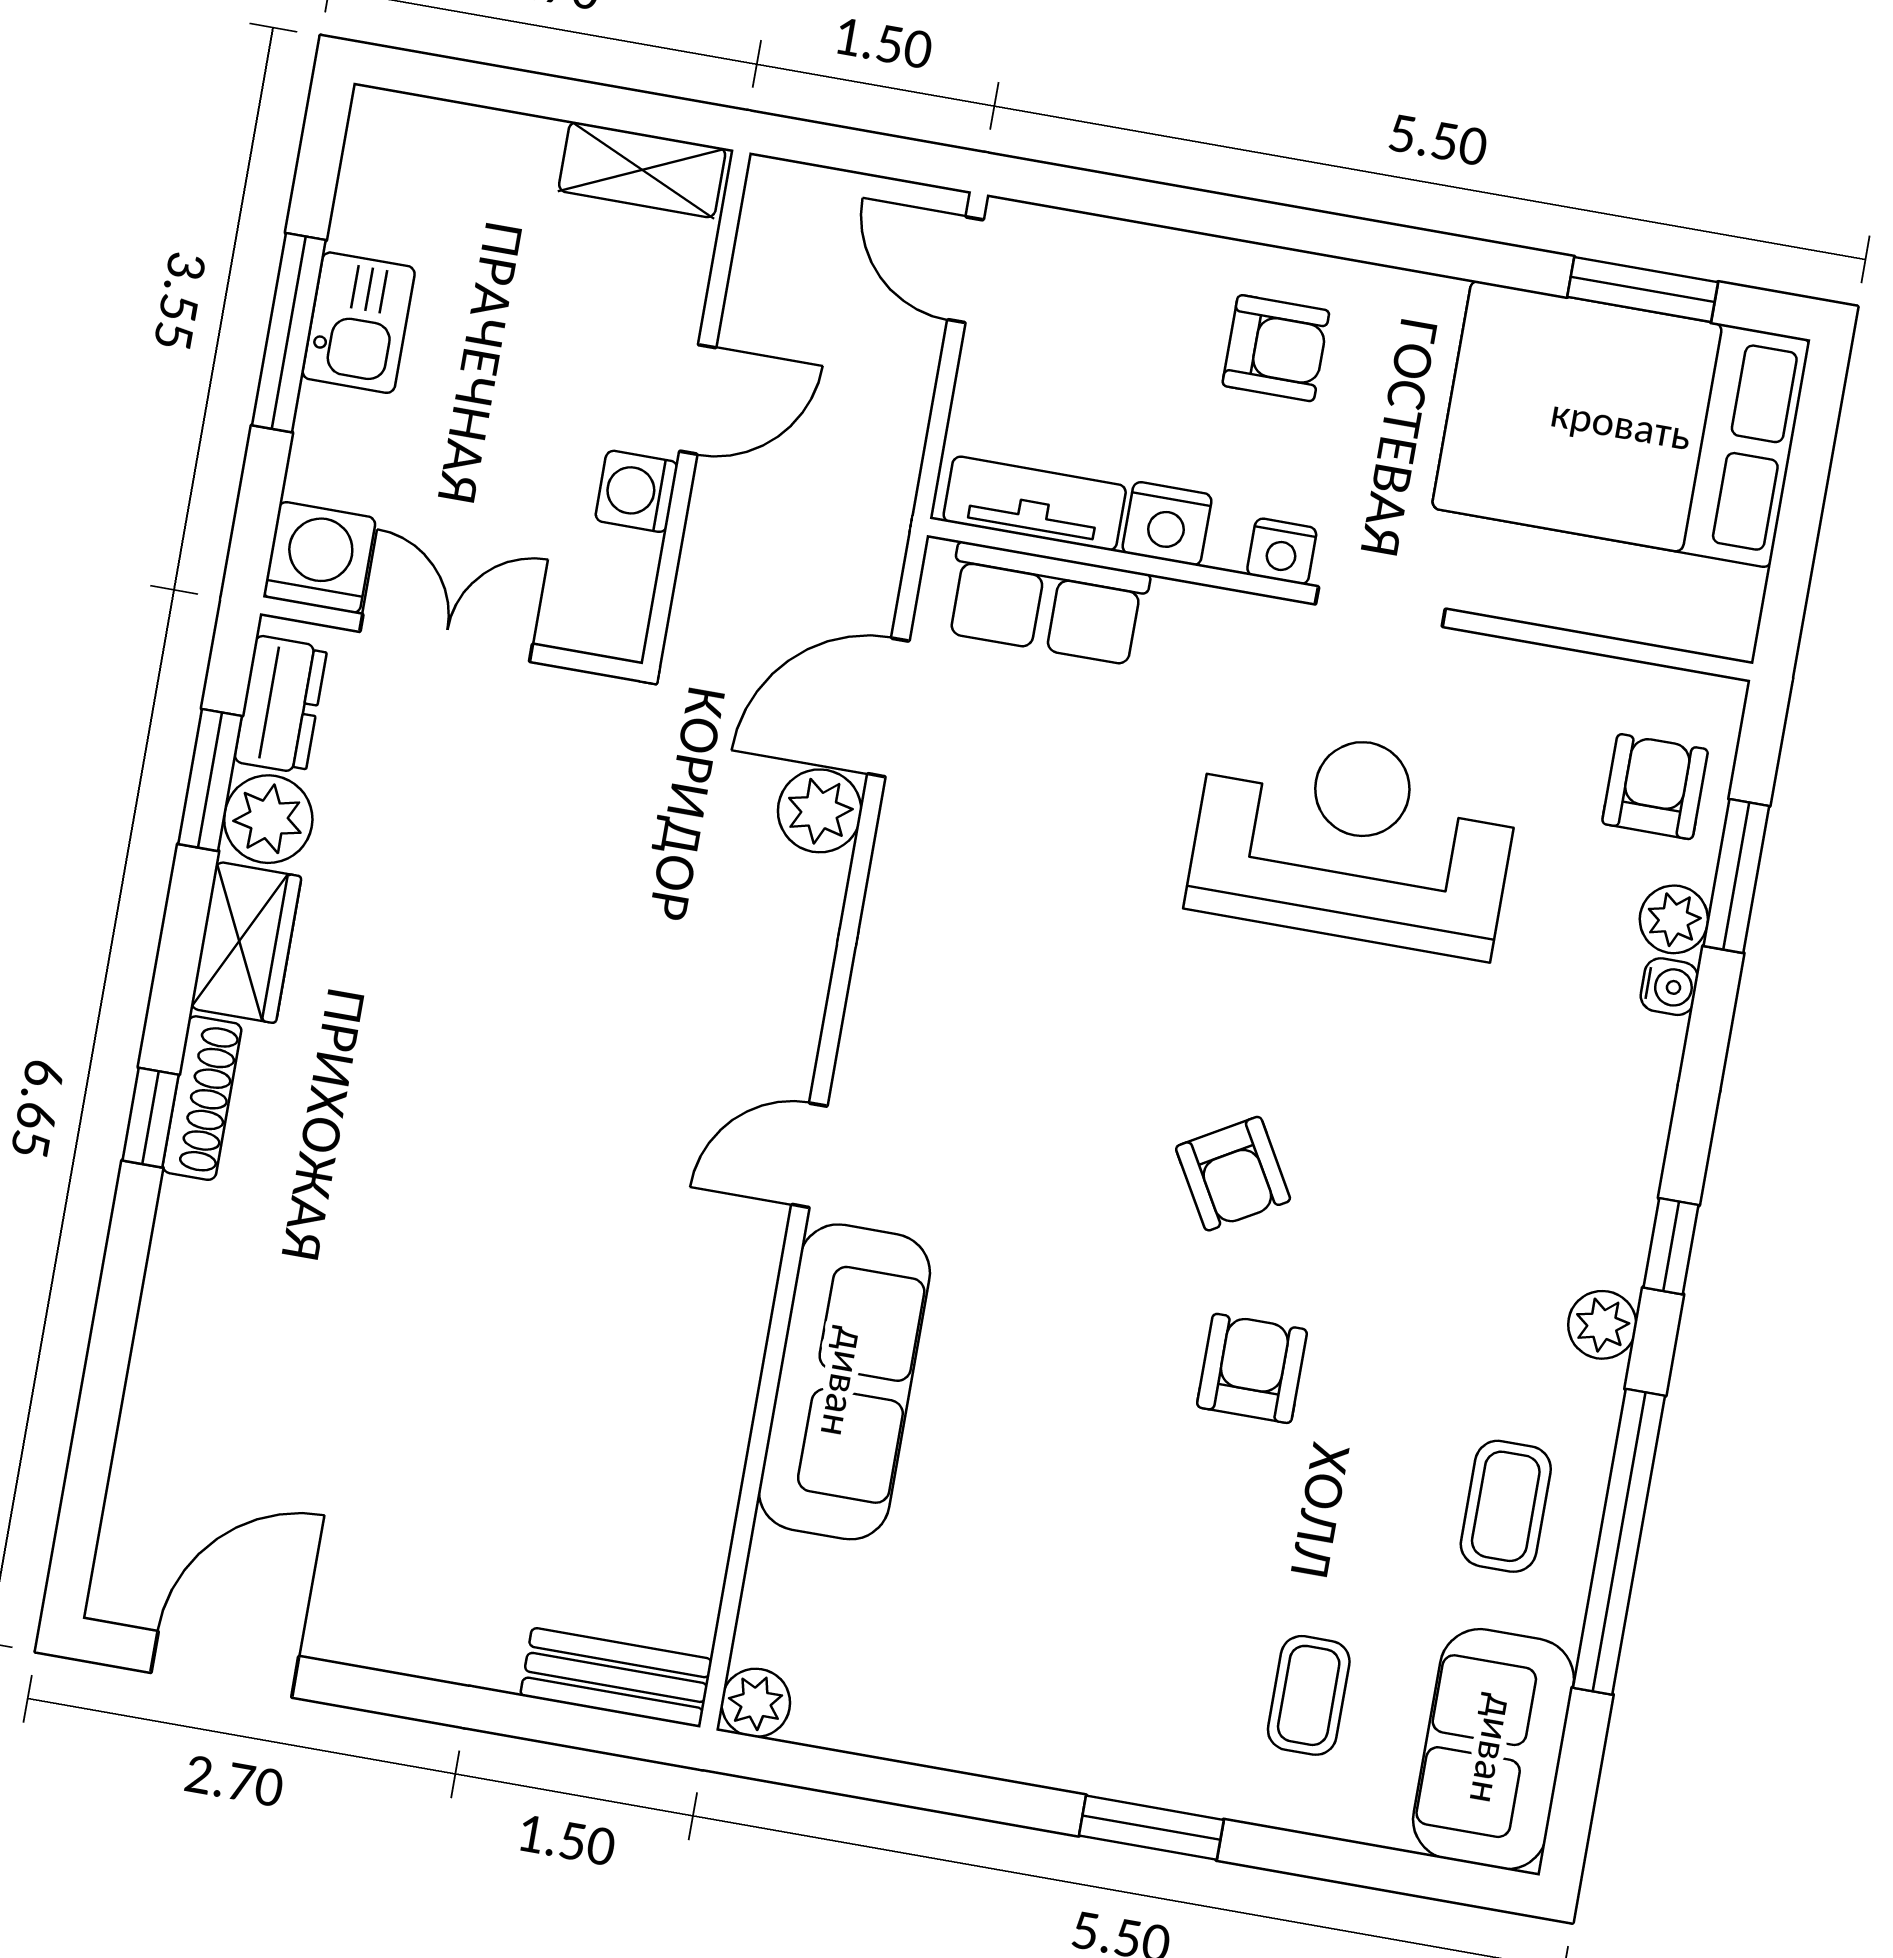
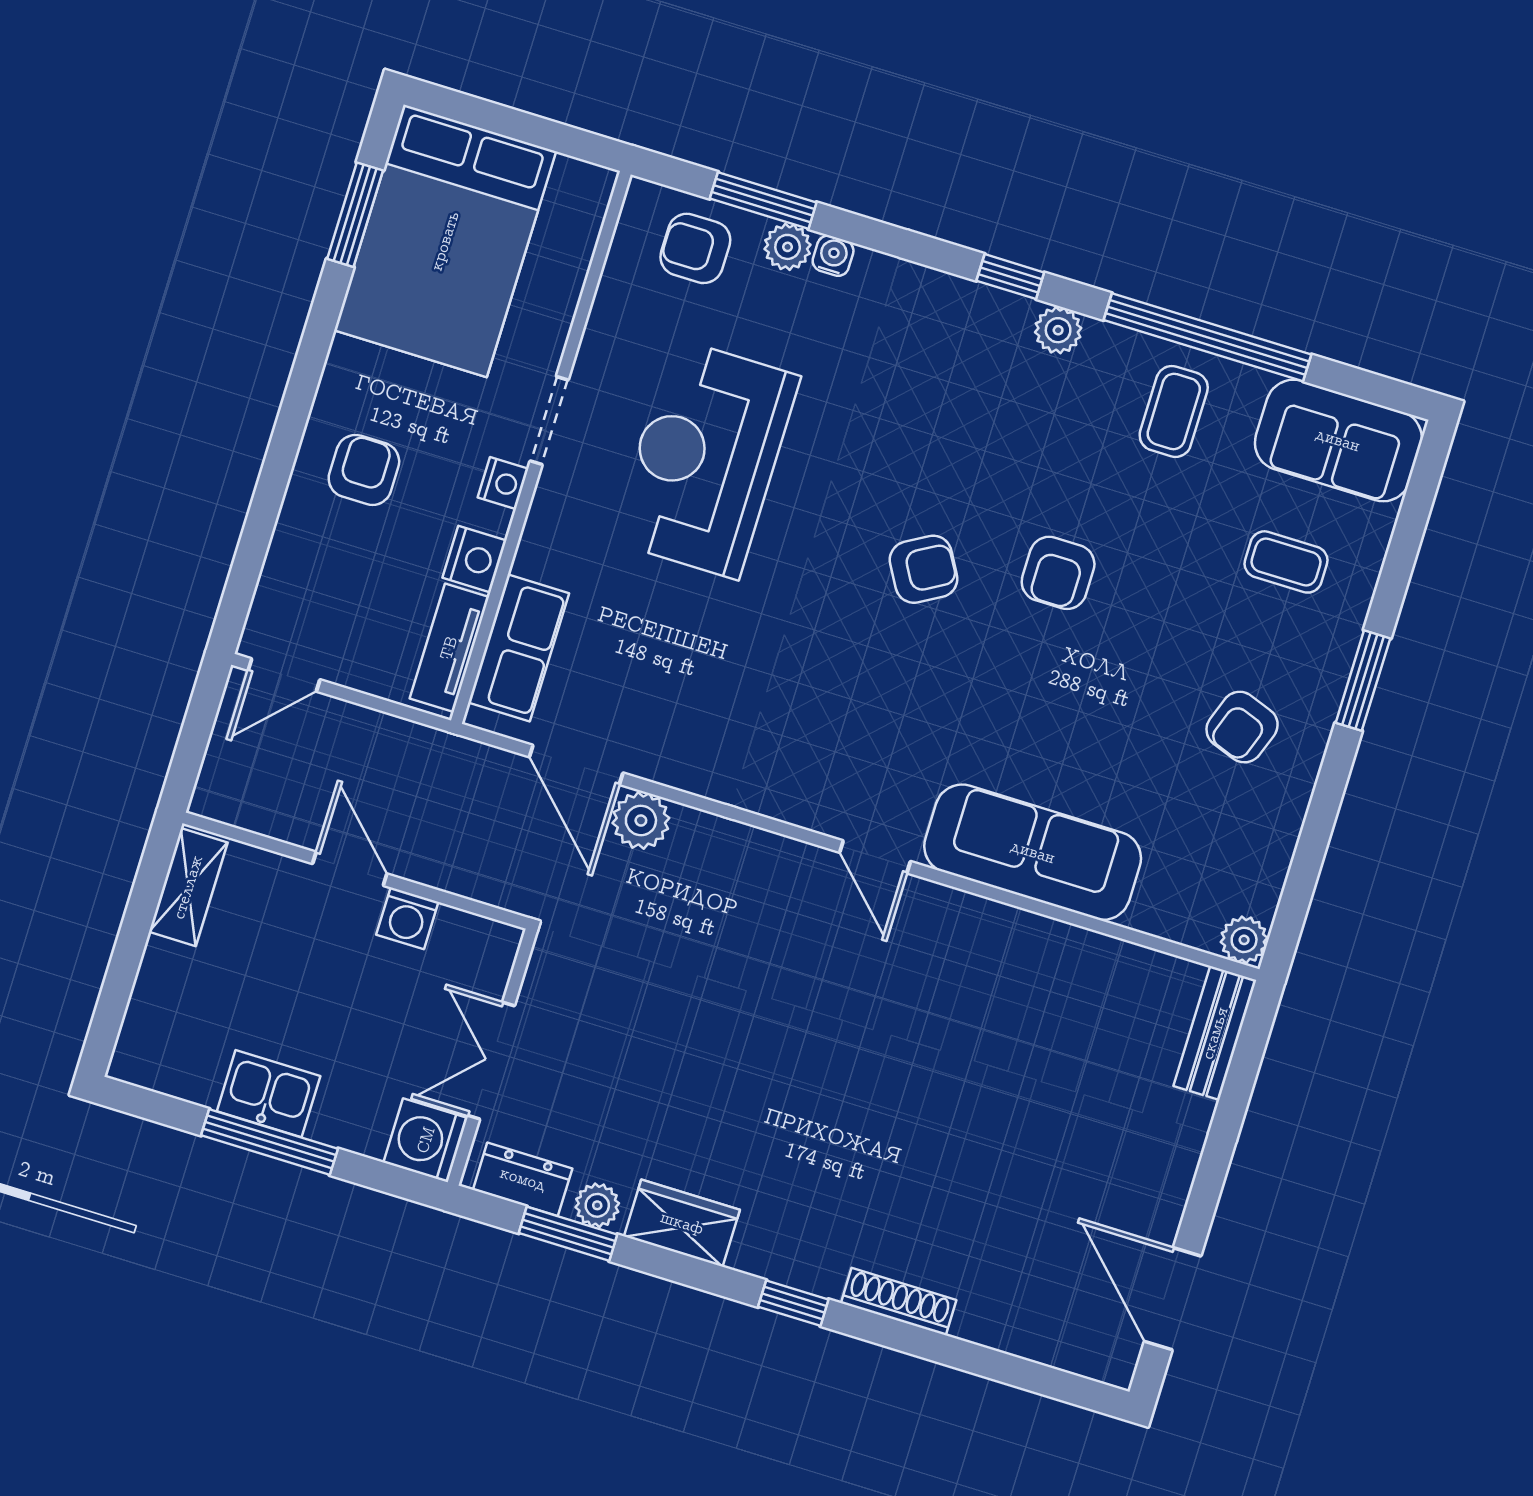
plant: (268, 819) -> (597, 1205), width x0.73, depth x0.73
shoe rack: (202, 1098) -> (899, 1302), moved
armchair: (1252, 1368) -> (1058, 573), turned -90
coffee table: (1506, 1506) -> (1174, 411), turned 90
armchair: (1063, 1662) -> (1242, 727), added

